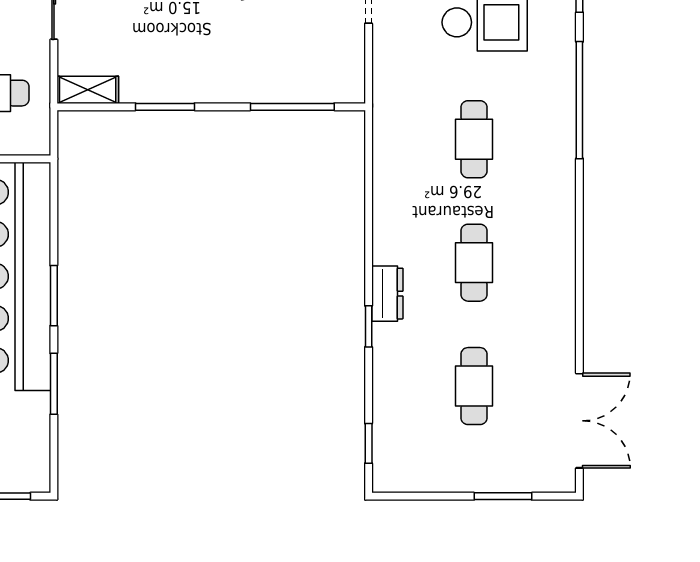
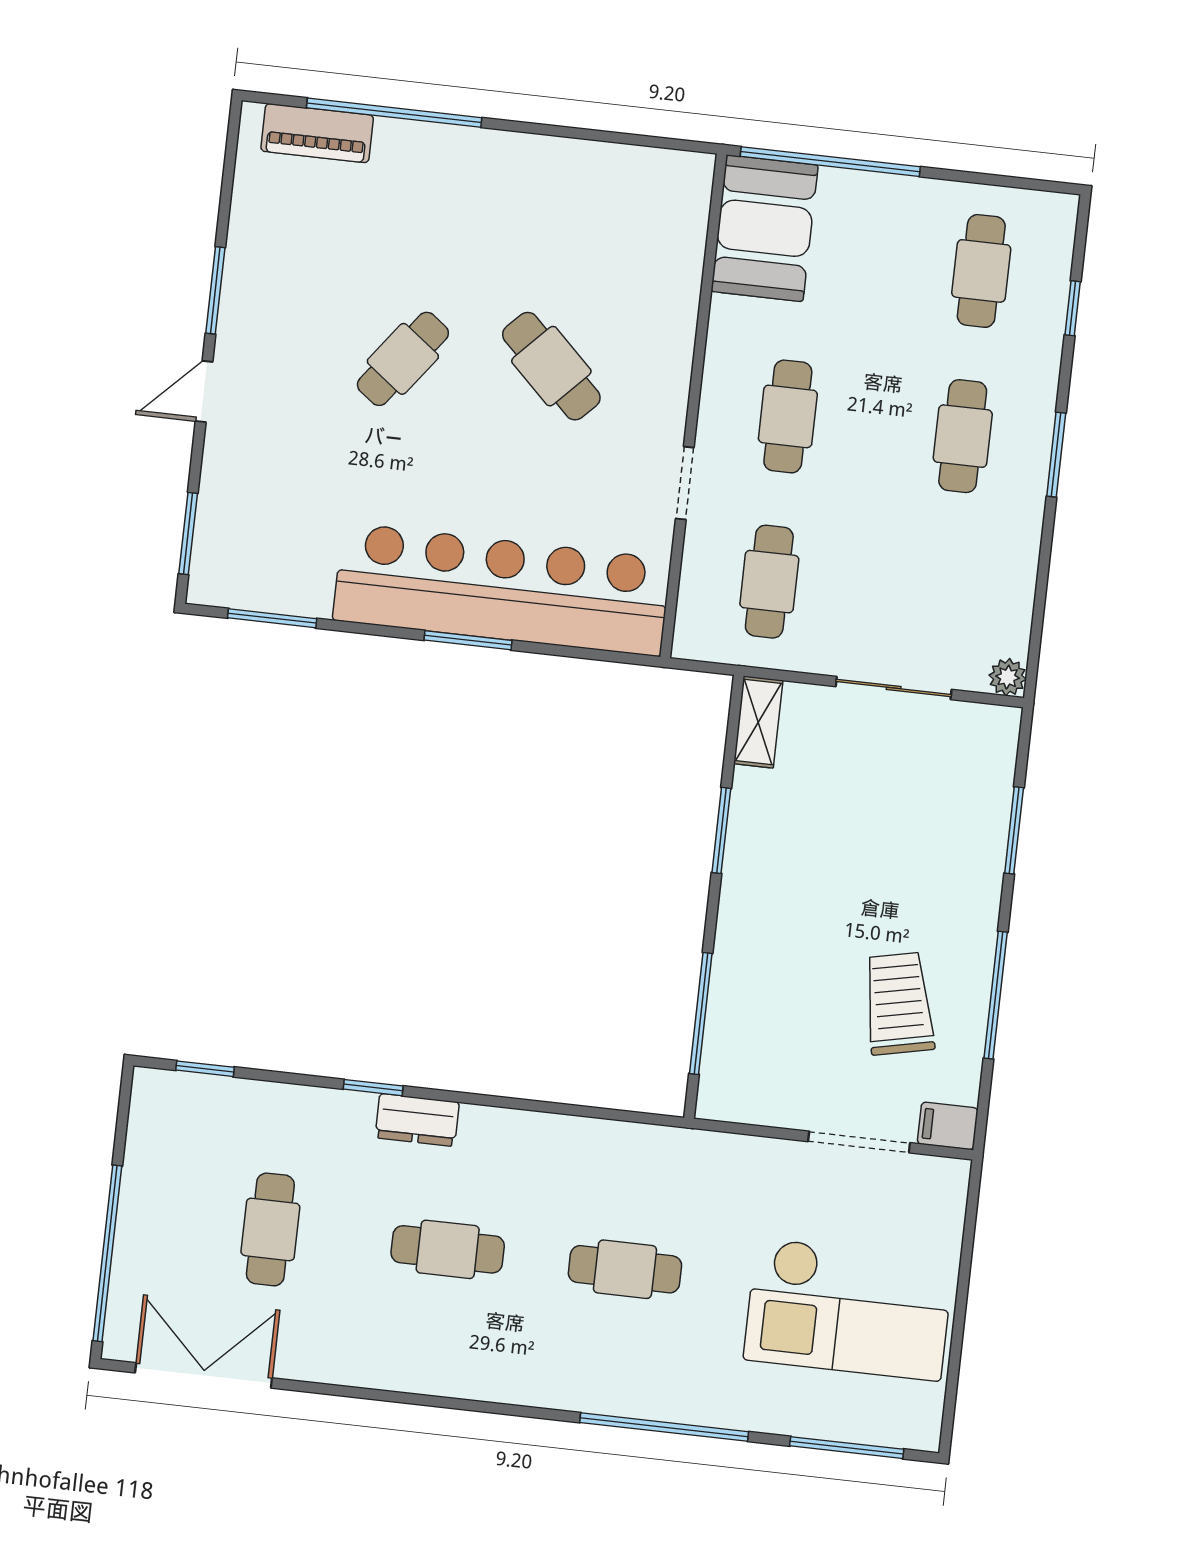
window: (54, 384) -> (272, 618), moved
cafe table: (474, 386) -> (270, 1229), turned 90
double door: (579, 421) -> (204, 1375), swing flipped
window: (503, 496) -> (107, 1253), width x2.11

